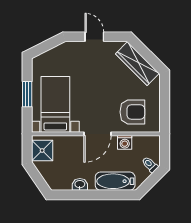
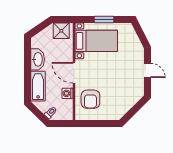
door: (94, 37) -> (147, 70), hinge flipped
wardrobe: (137, 64) -> (127, 103), removed
washbasin: (80, 184) -> (38, 59), width x1.91, depth x1.45

